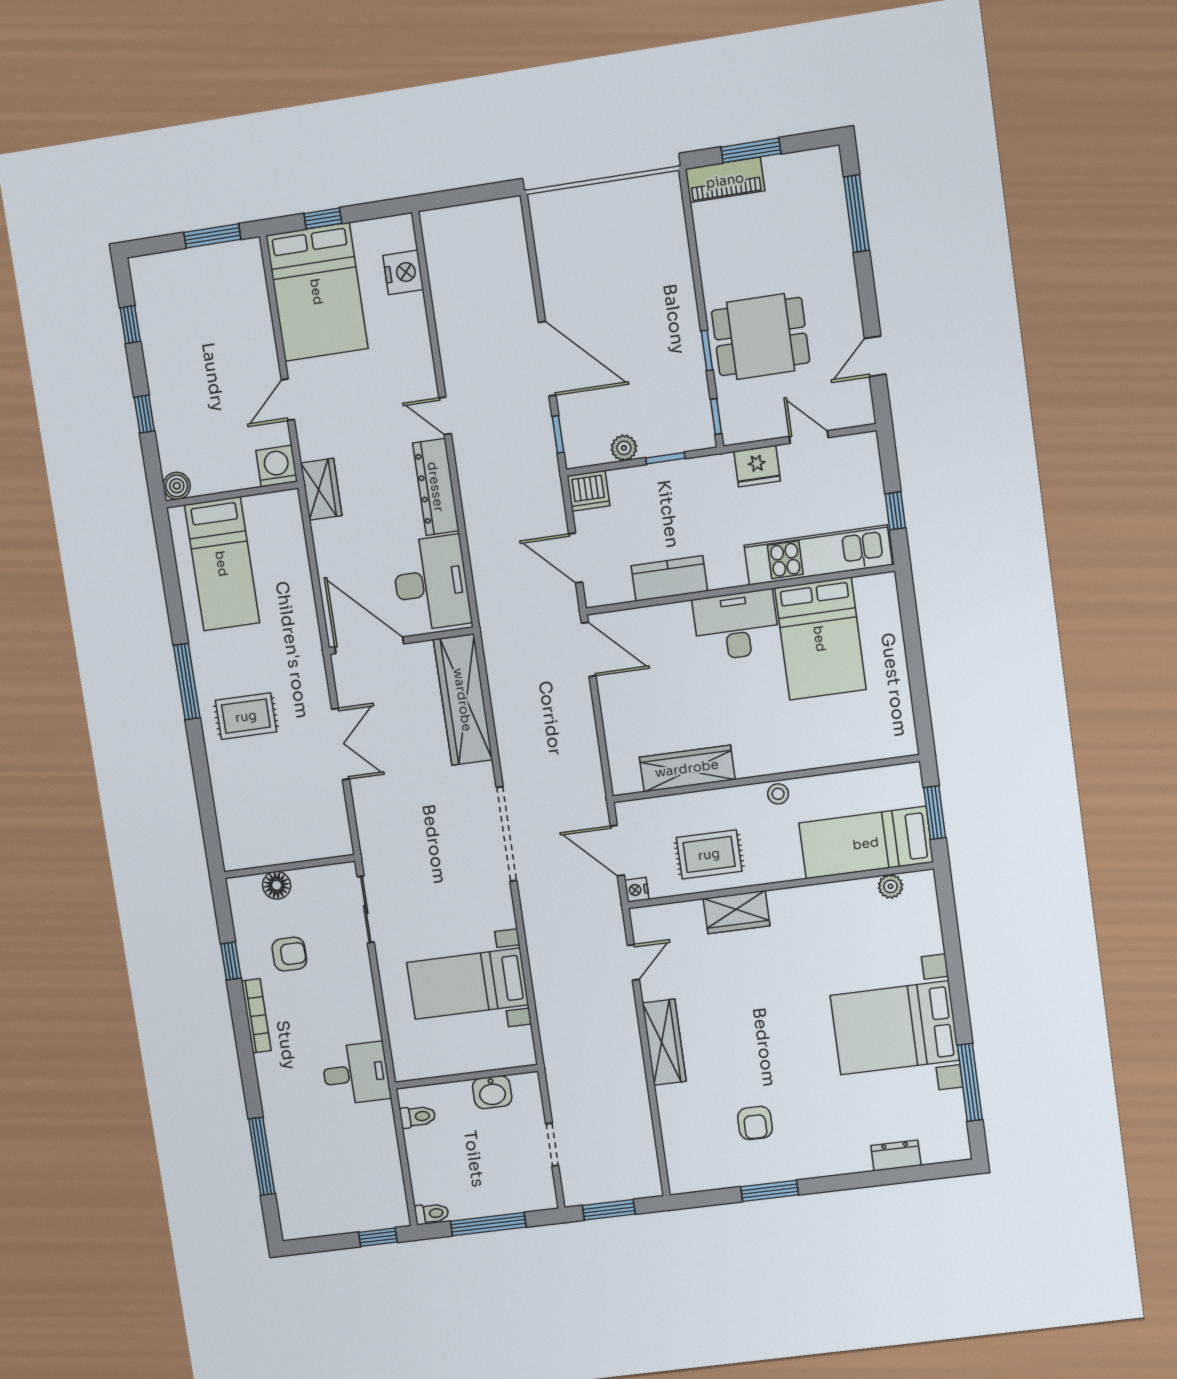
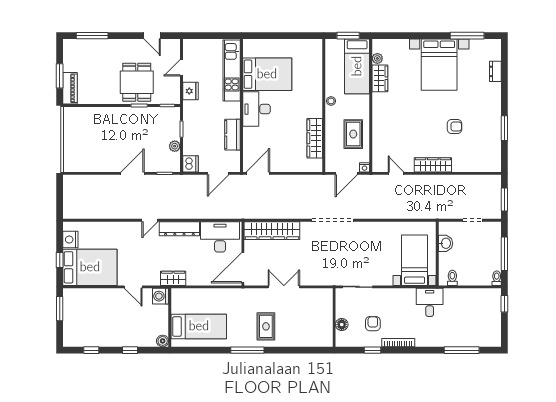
nightstand: (403, 272) -> (70, 240), moved, turned -90
door: (547, 359) -> (133, 173), width x0.73
window: (895, 511) -> (218, 36), removed
wardrobe: (737, 912) -> (380, 78), moved
bed with nightstands: (468, 984) -> (415, 260), moved, turned 180
armchair: (755, 1123) -> (454, 126), moved

